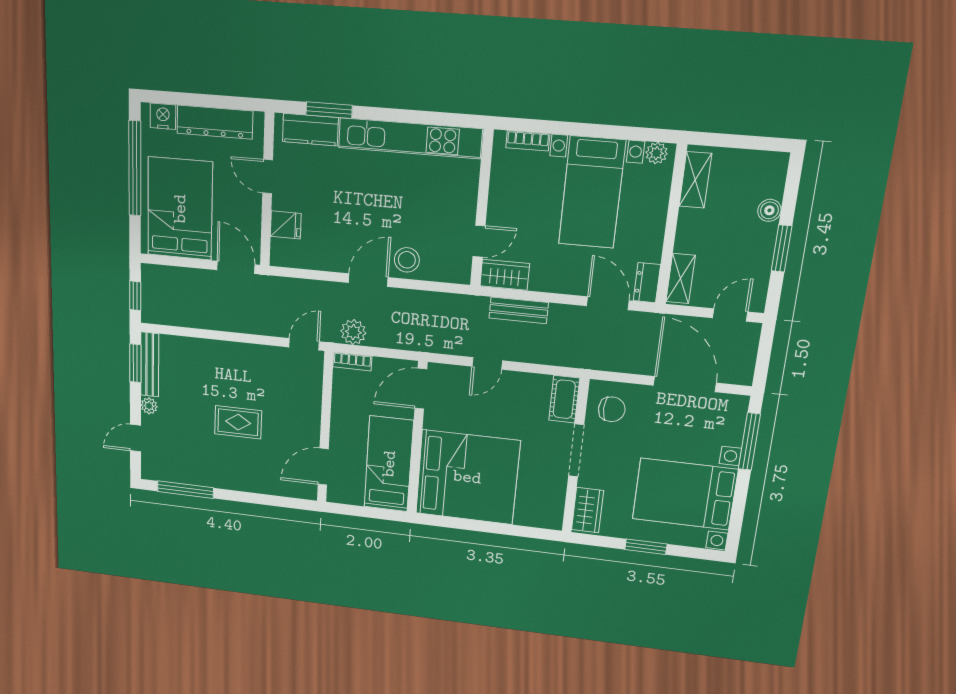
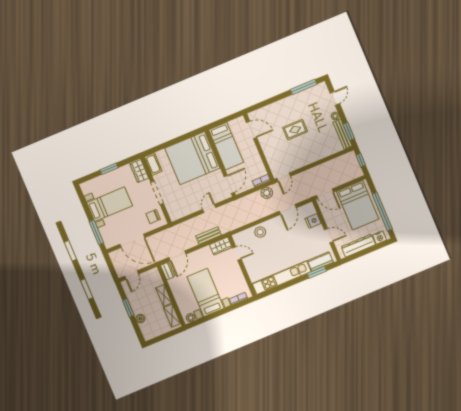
door: (479, 241) -> (237, 253), swing flipped
shelving: (681, 278) -> (164, 295), moved
door: (368, 280) -> (288, 209), moved
door: (608, 303) -> (177, 256), hinge flipped
cot: (564, 399) -> (153, 164), moved
door: (323, 467) -> (252, 130), hinge flipped
bed with nightstands: (685, 494) -> (110, 204), width x0.73

